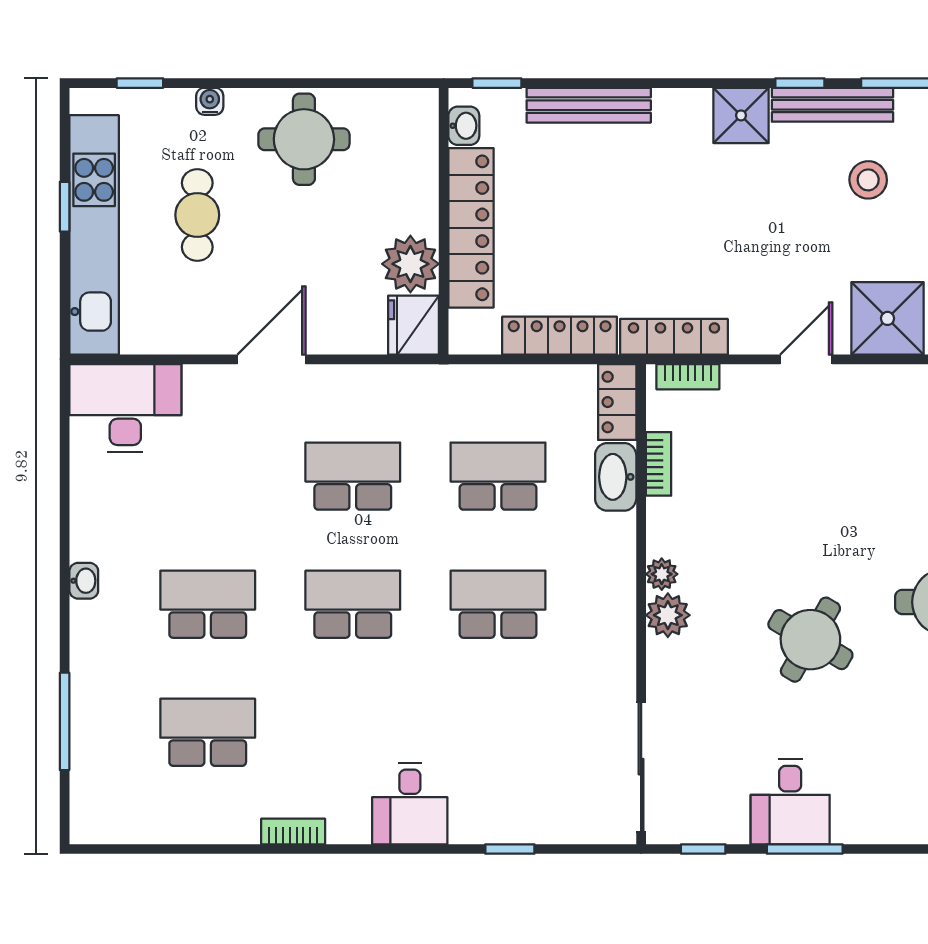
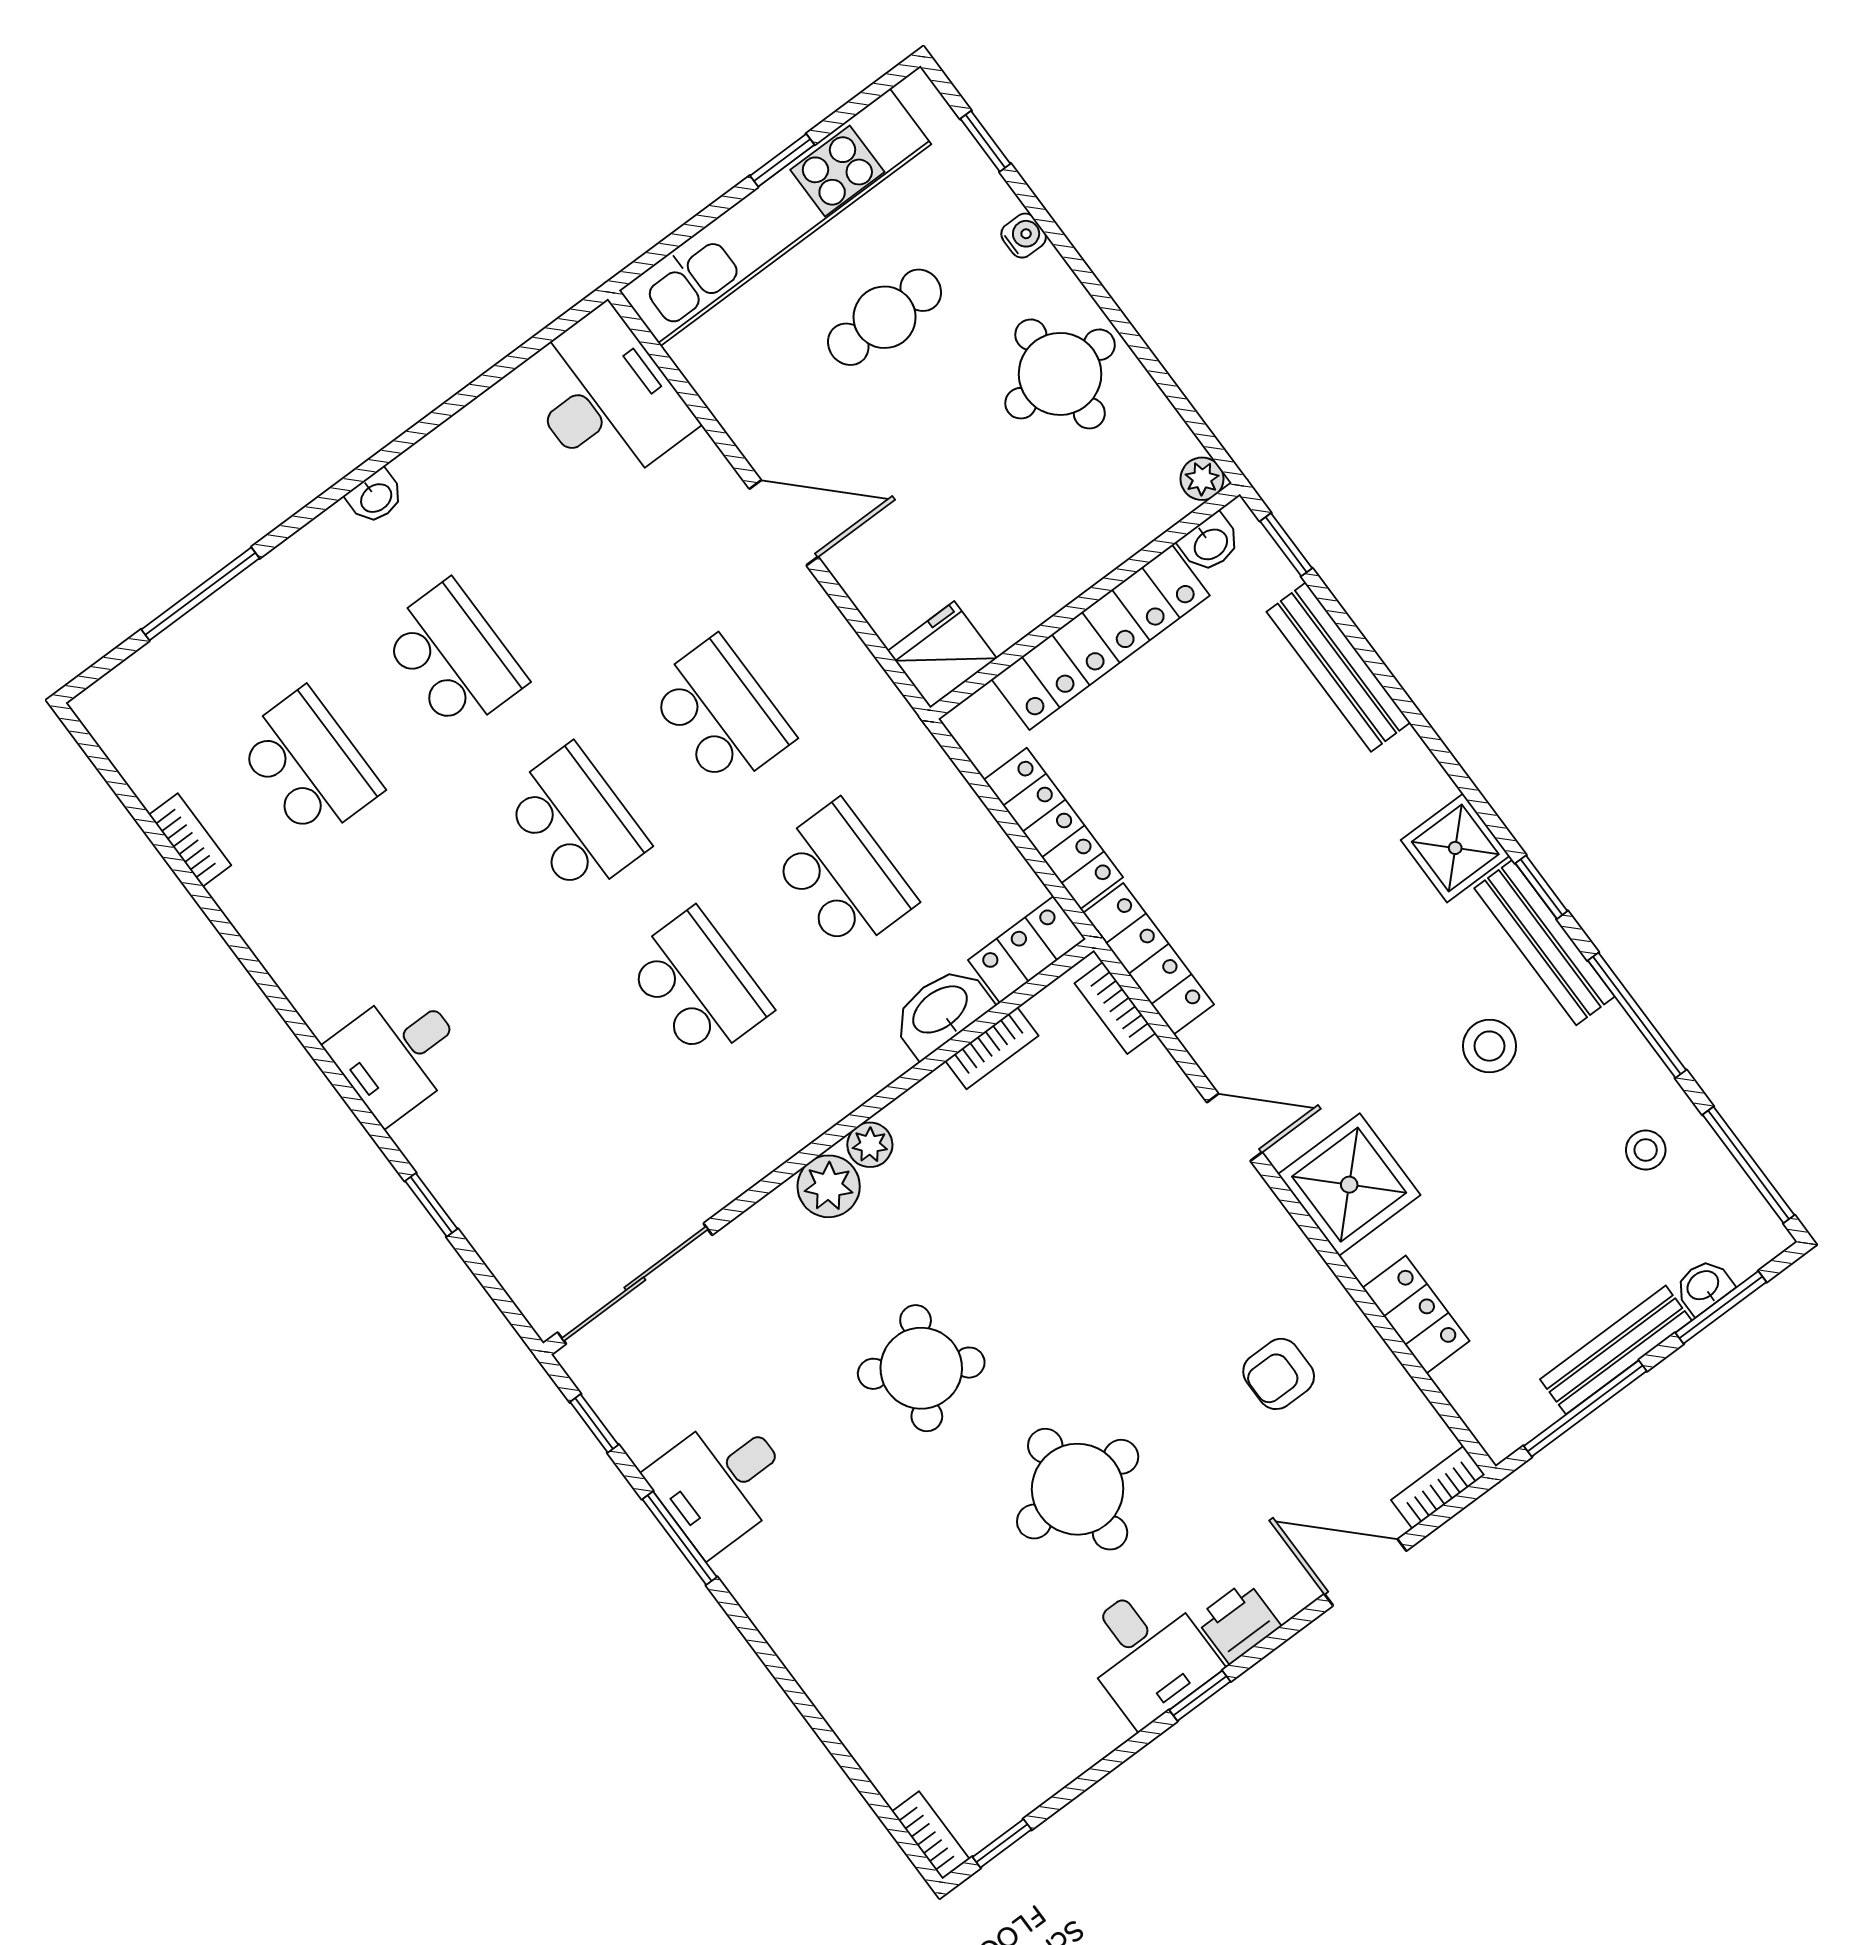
plant: (410, 264) -> (1202, 479), moved, width x0.53, depth x0.53
bookcase: (293, 831) -> (190, 840), moved

